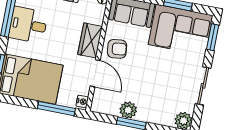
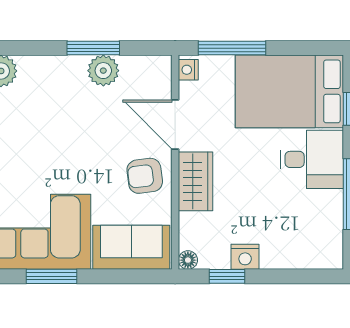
desk: (28, 25) -> (312, 159), moved

